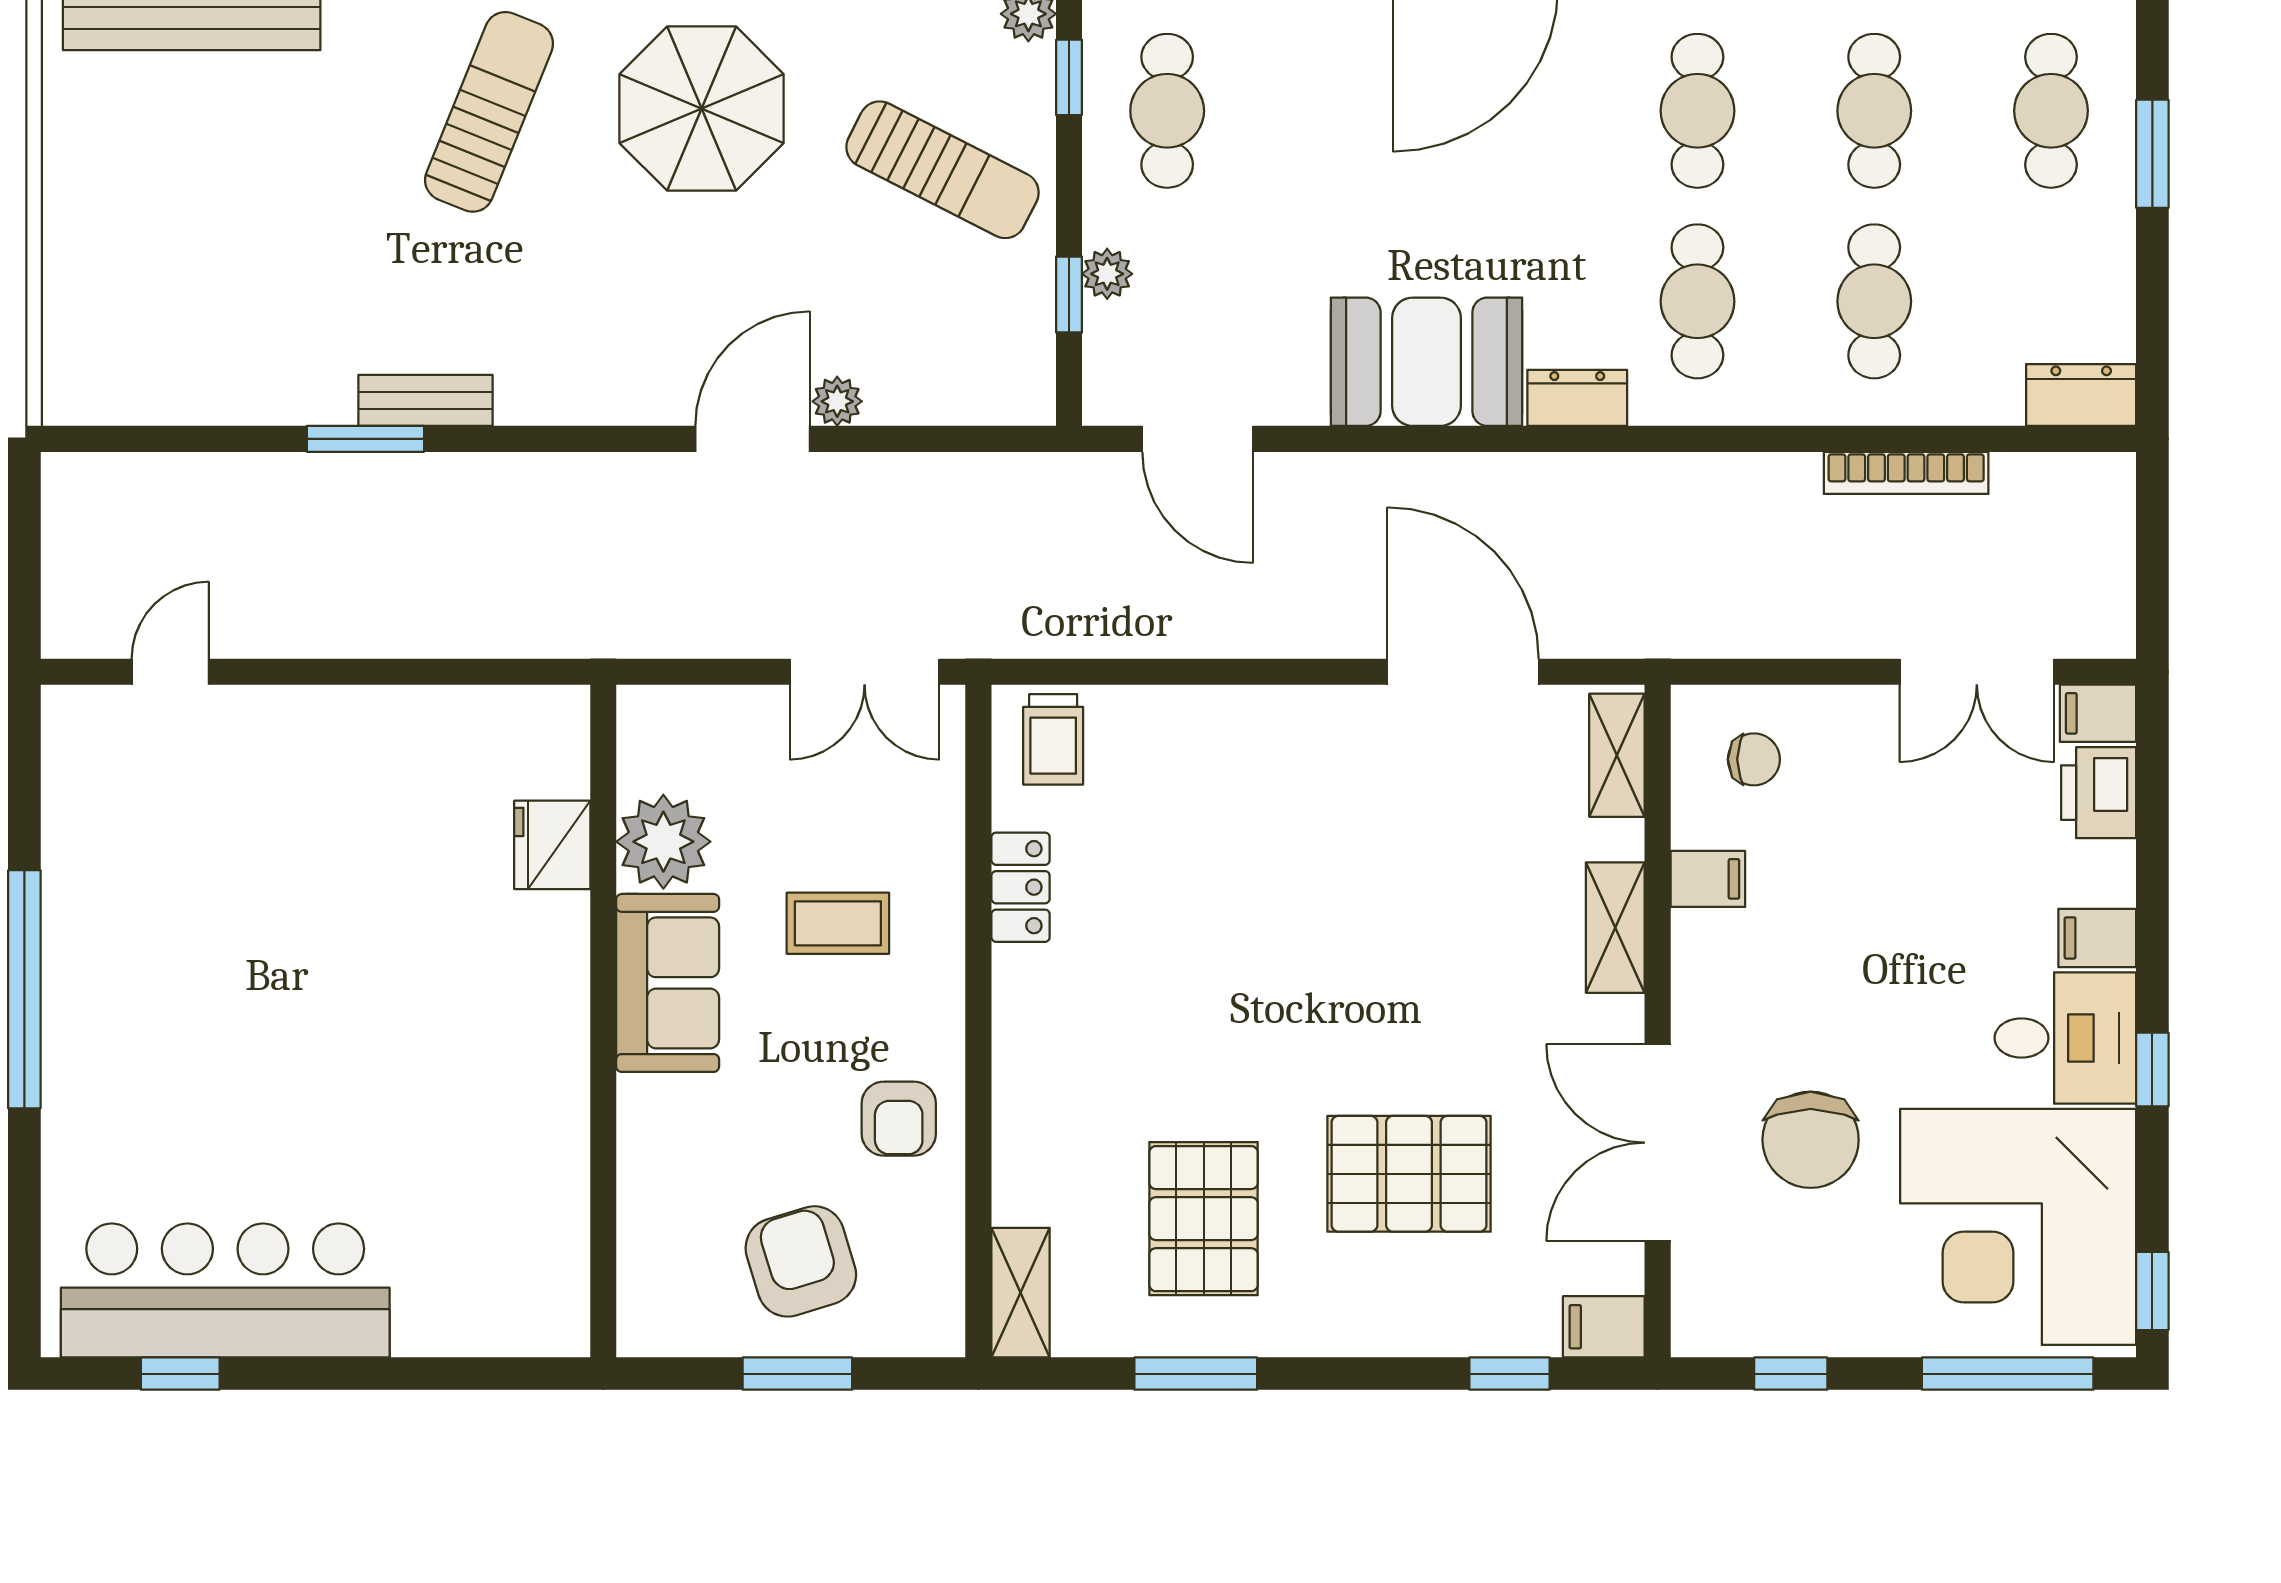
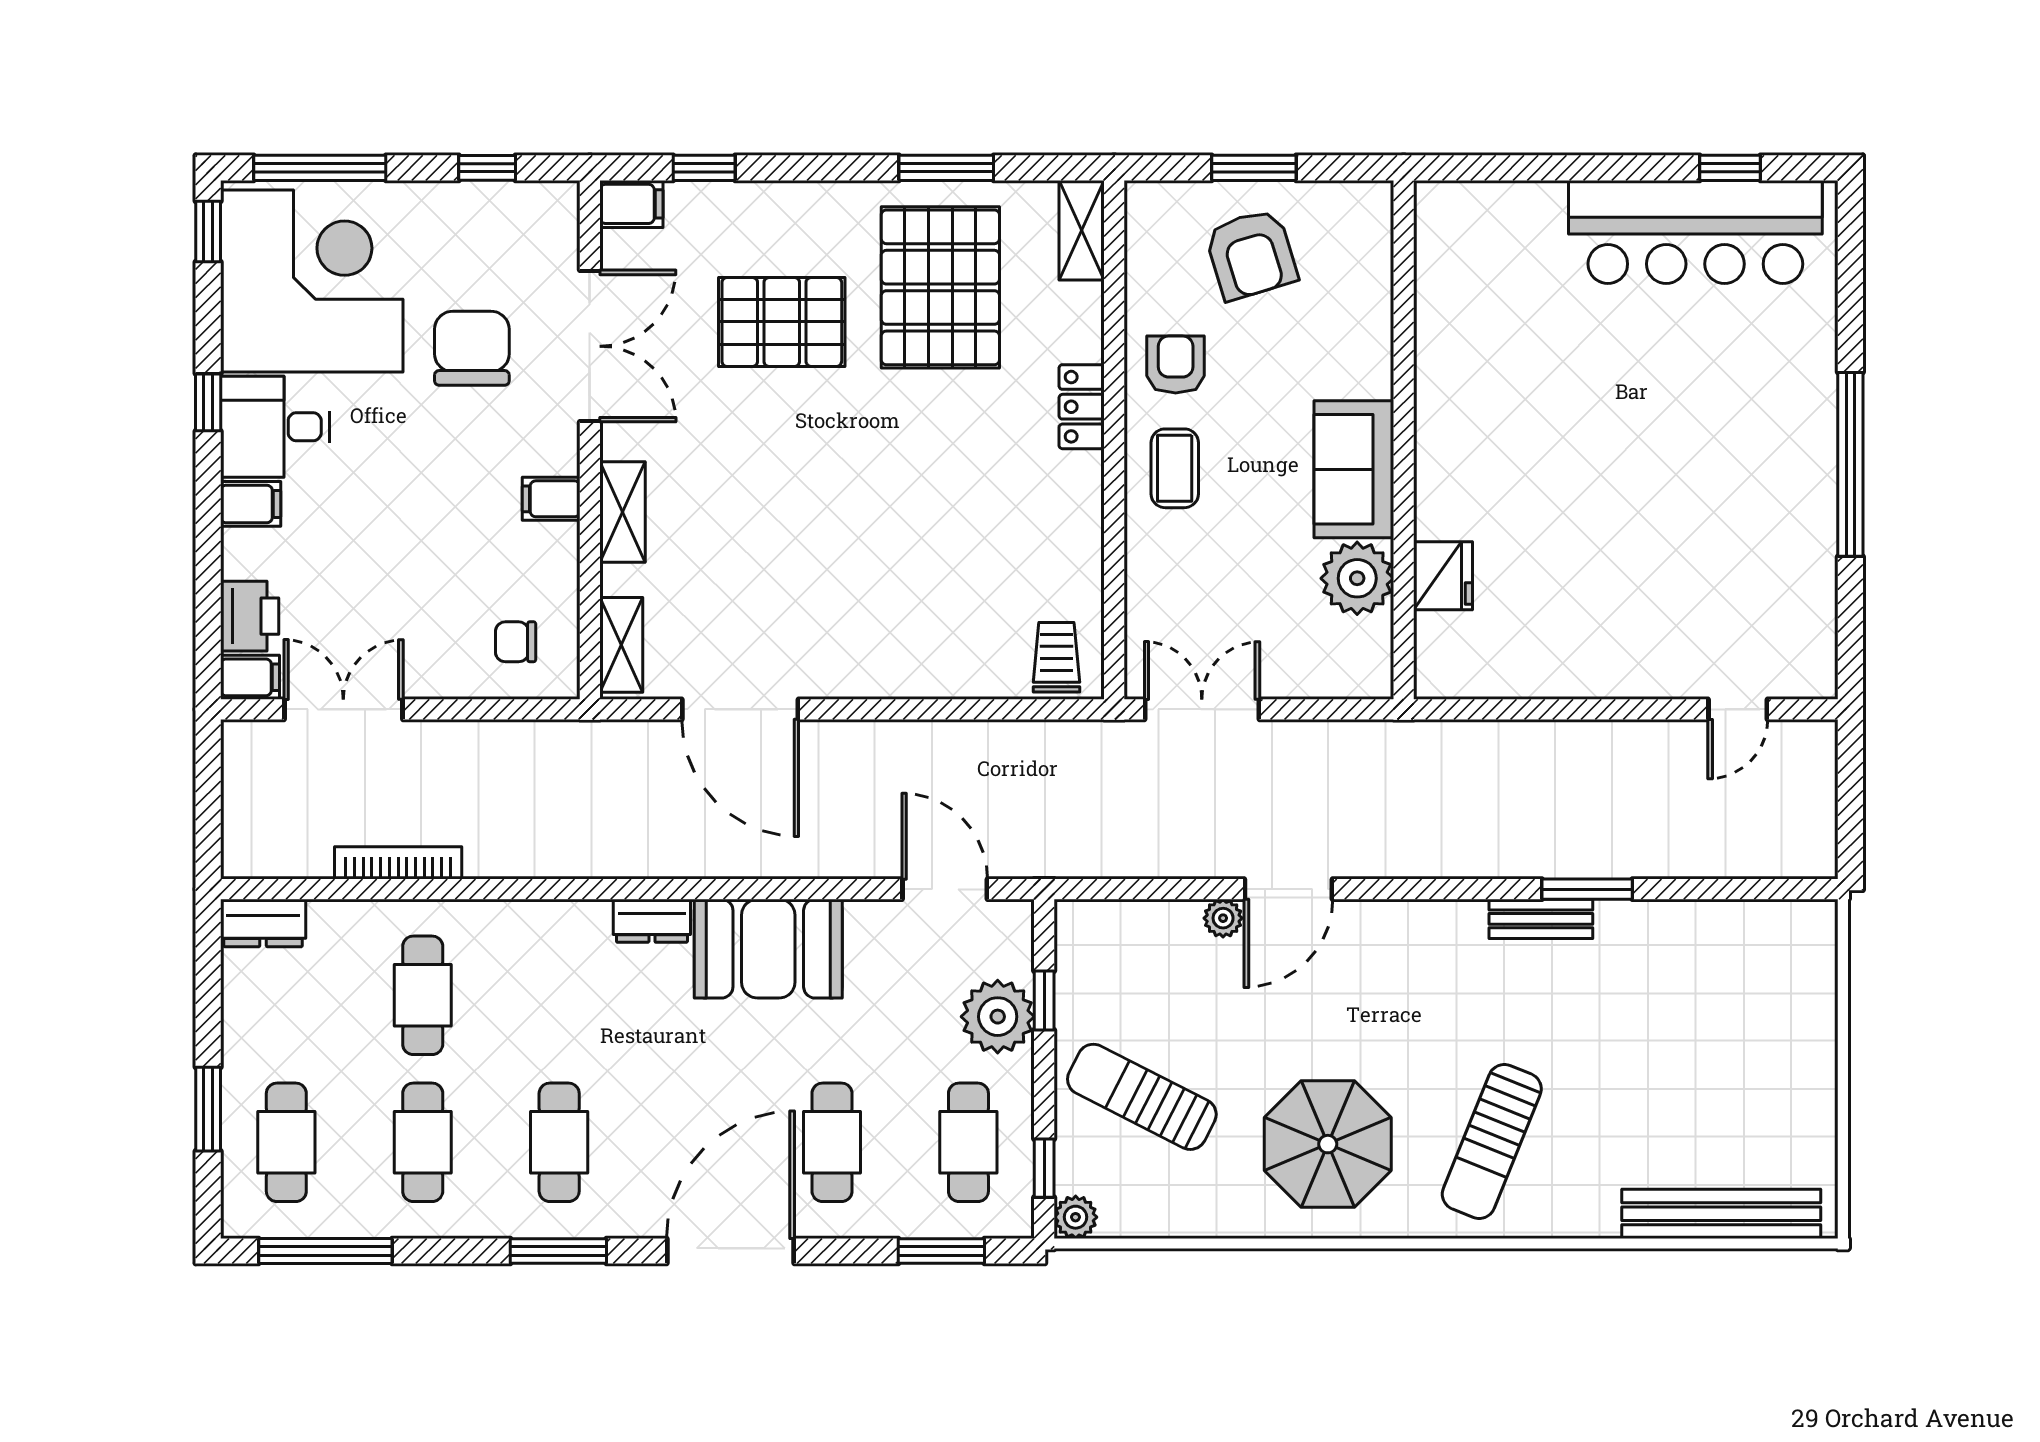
plant: (1107, 274) -> (998, 1017), width x1.87, depth x1.87
cafe table: (1697, 301) -> (832, 1142), moved
filing cabinet: (1708, 879) -> (551, 499), moved
locker: (1021, 887) -> (1082, 407), moved
coffee table: (838, 923) -> (1175, 468), moved, turned 90
pallet: (1204, 1219) -> (940, 287), width x1.37, depth x1.41

